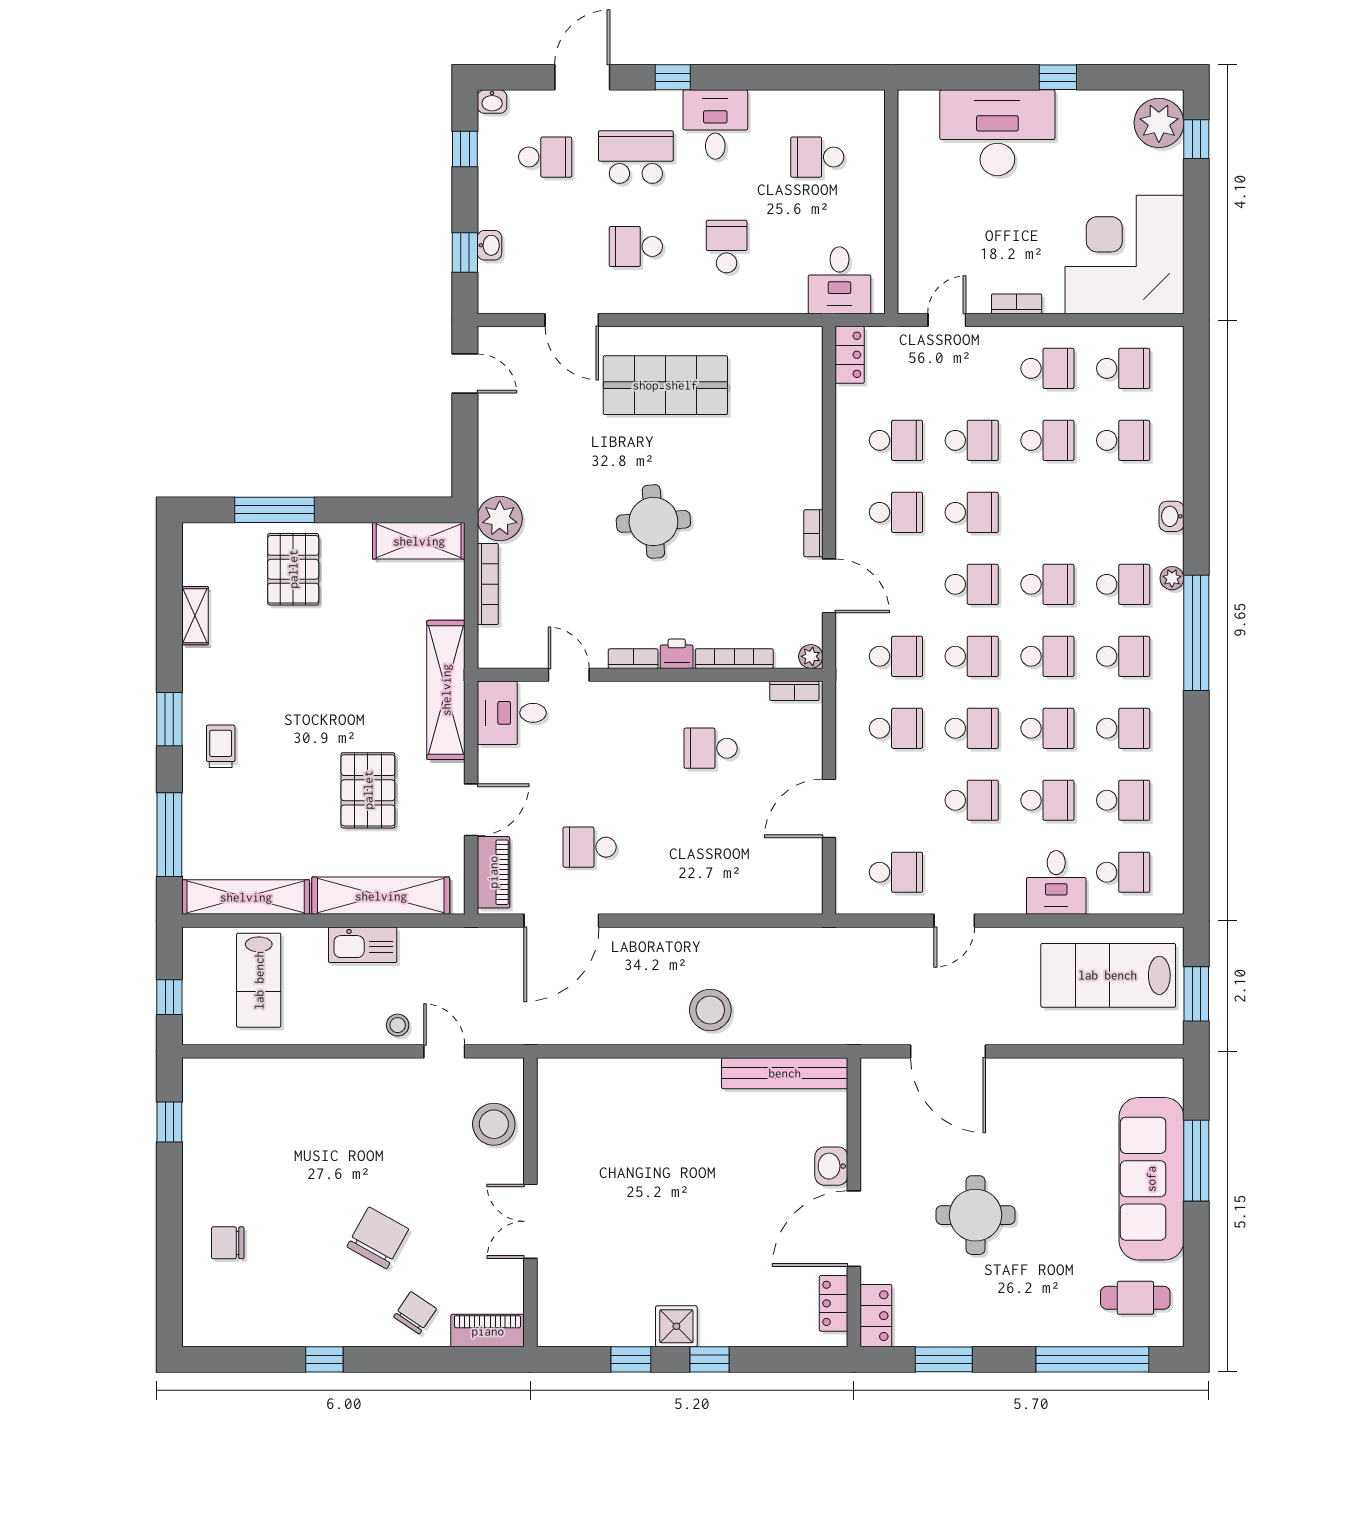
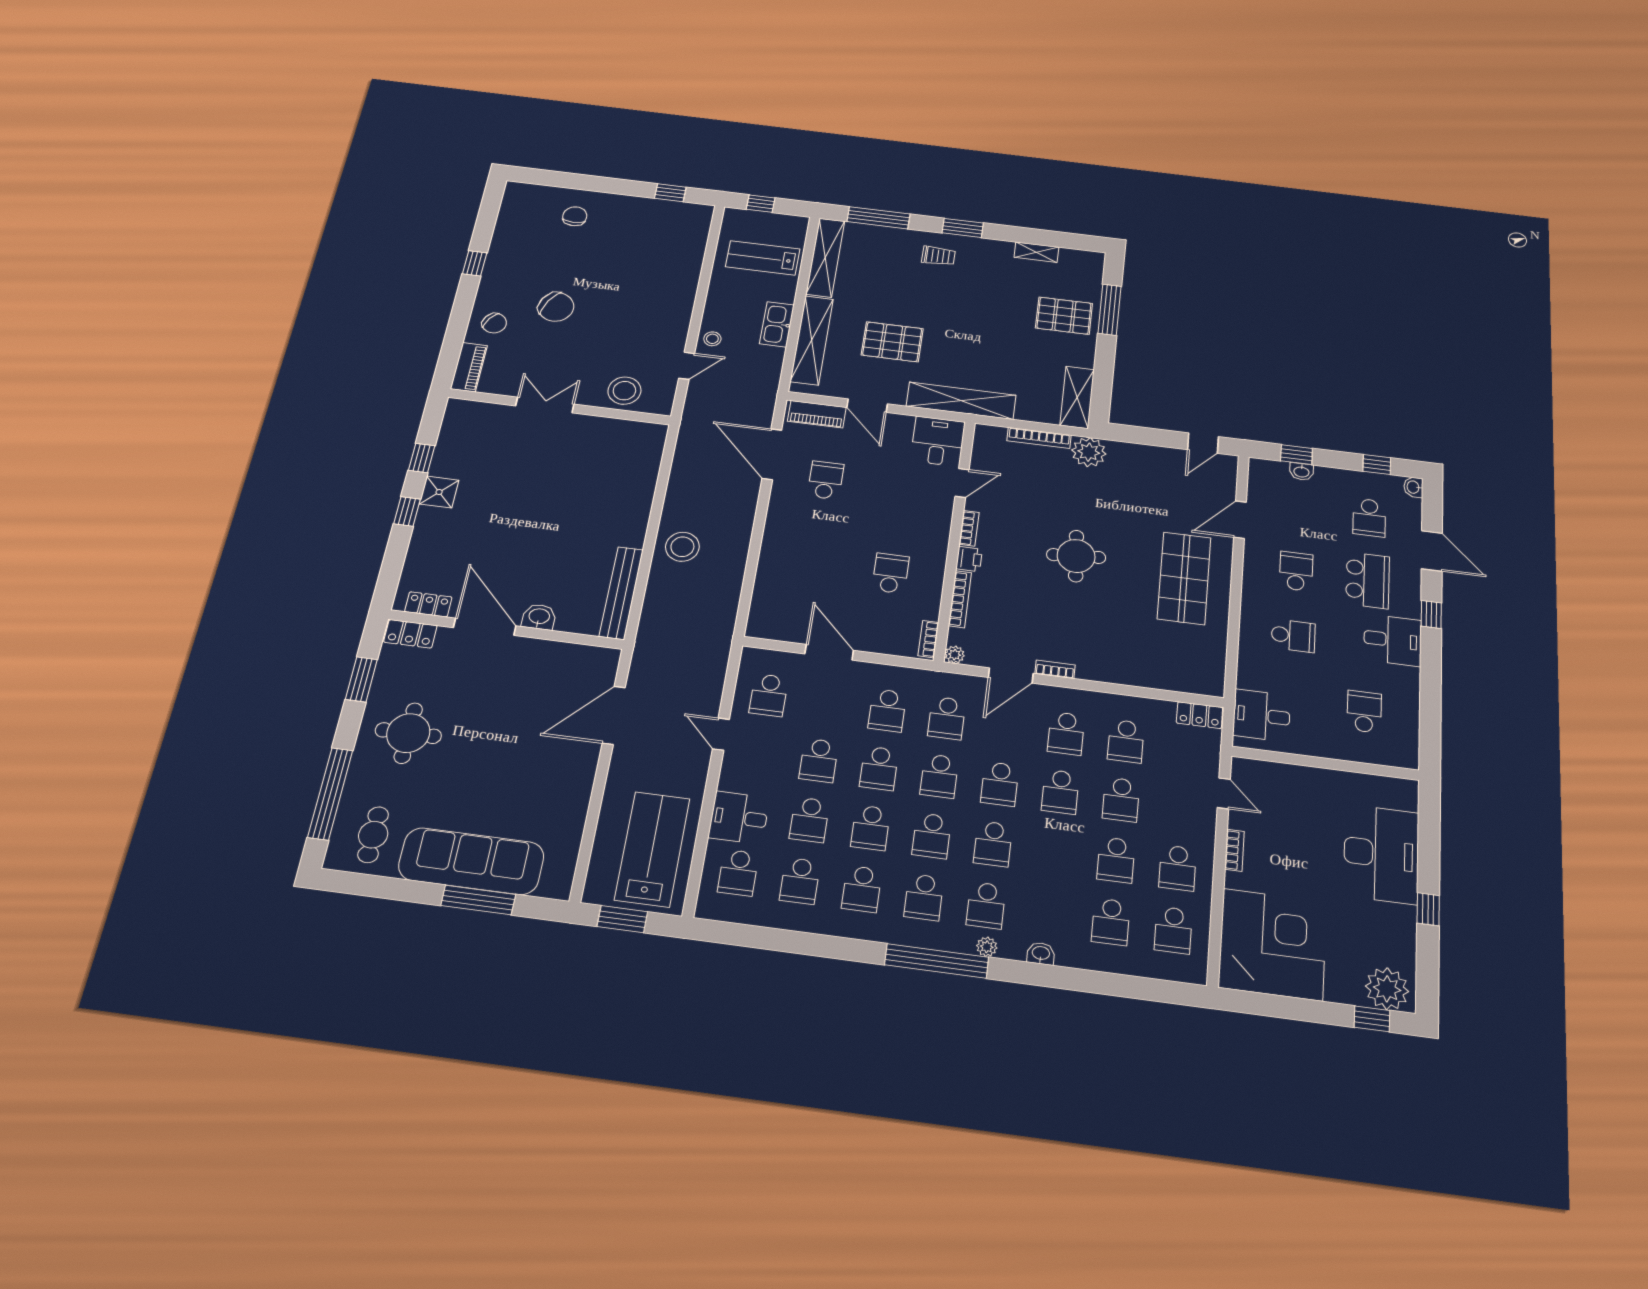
round table: (975, 1215) -> (408, 733), moved

